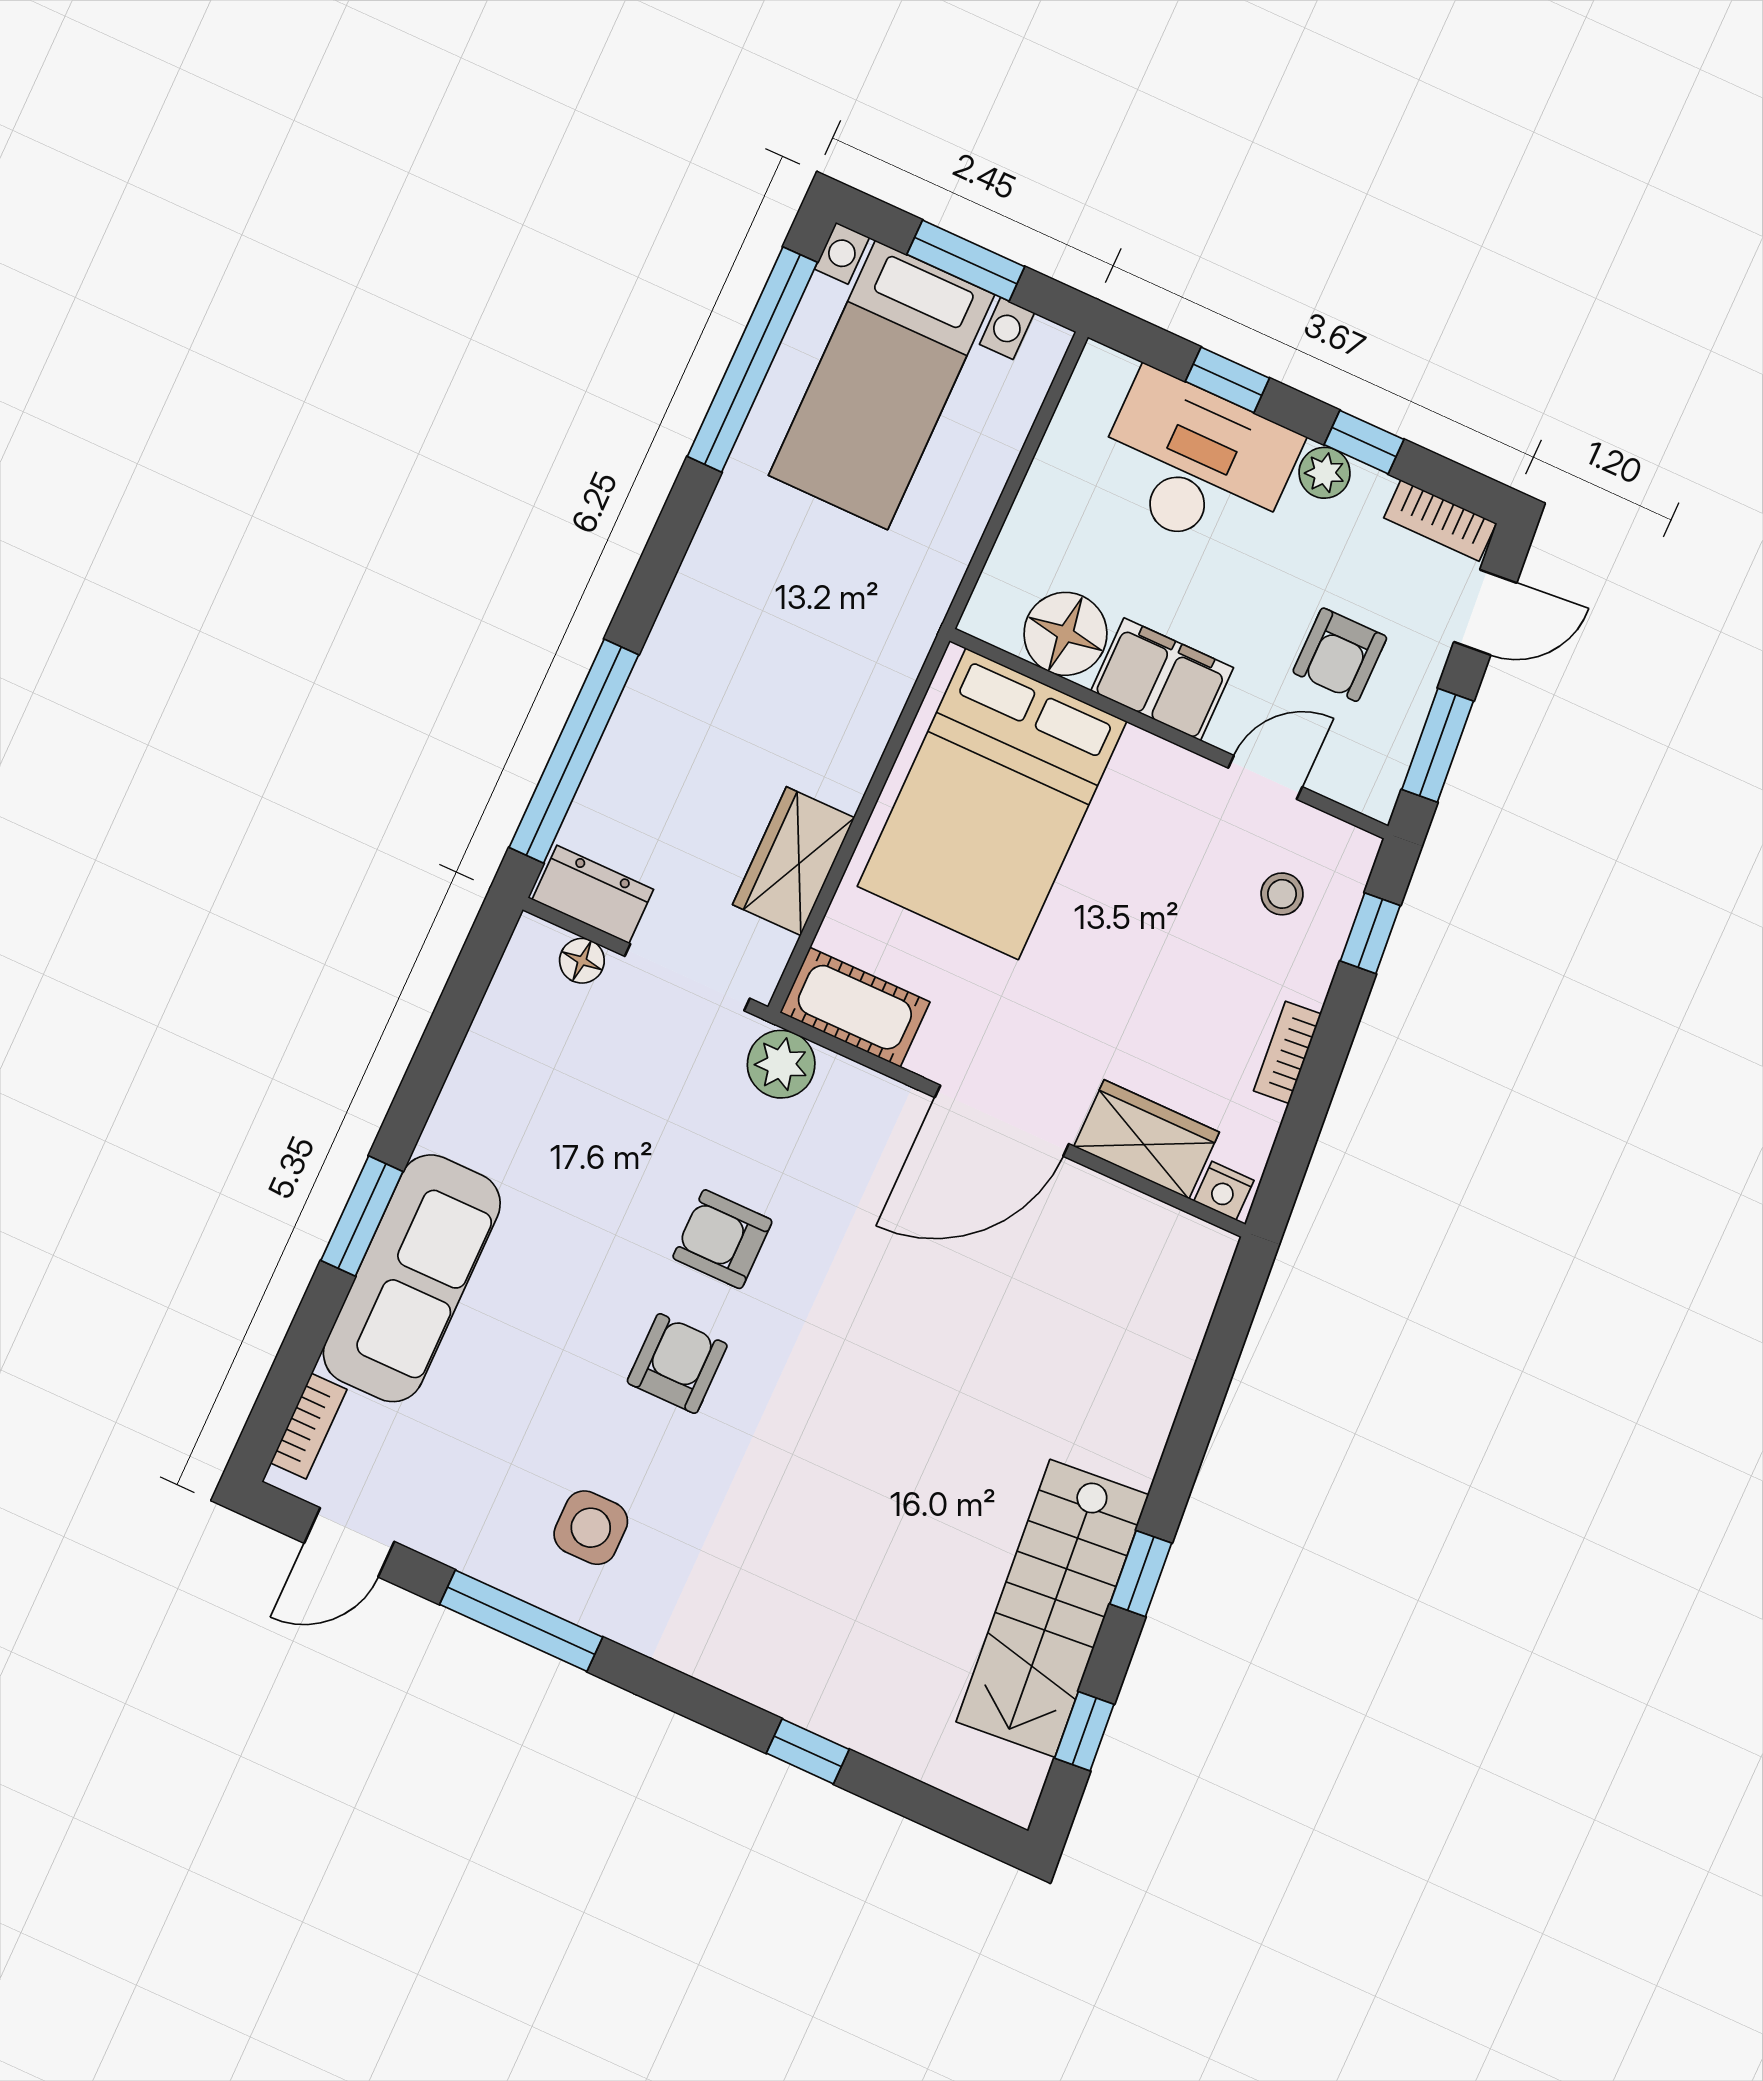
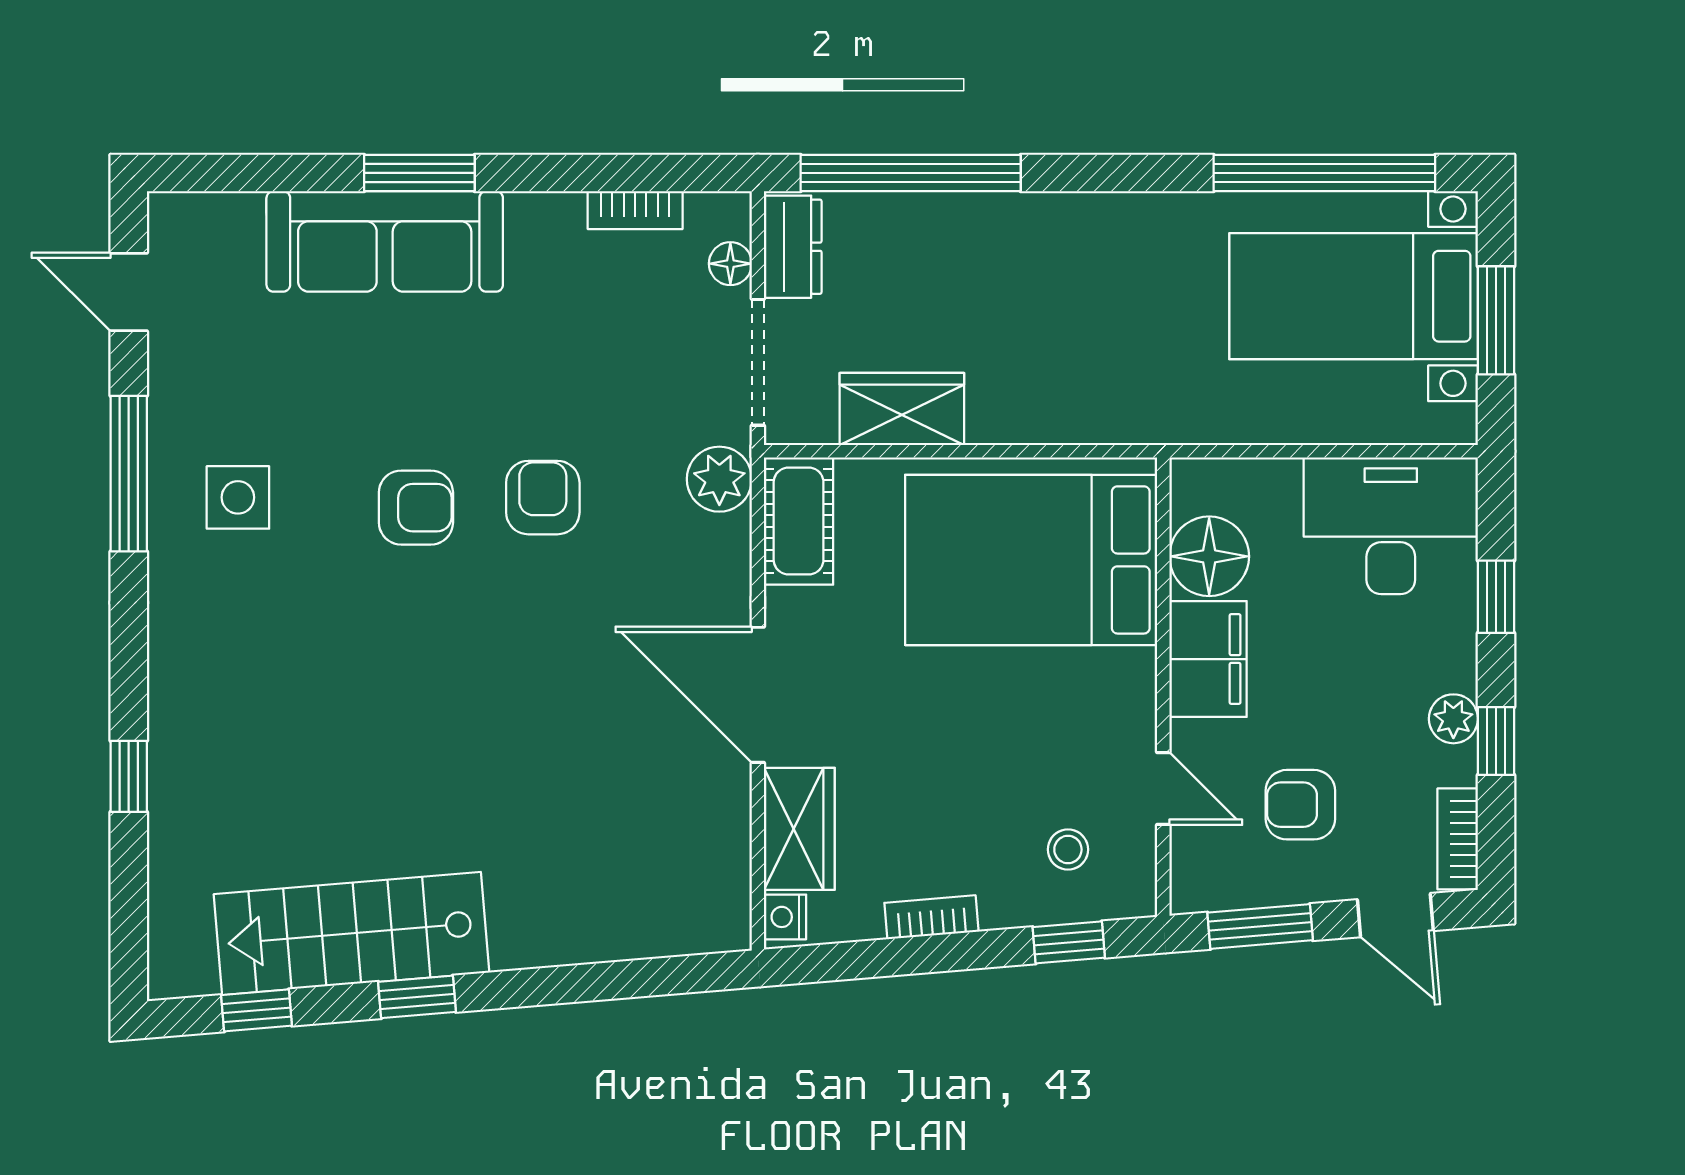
desk: (1195, 464) -> (1391, 526), moved, turned -90
bookcase: (309, 1426) -> (635, 210), moved

